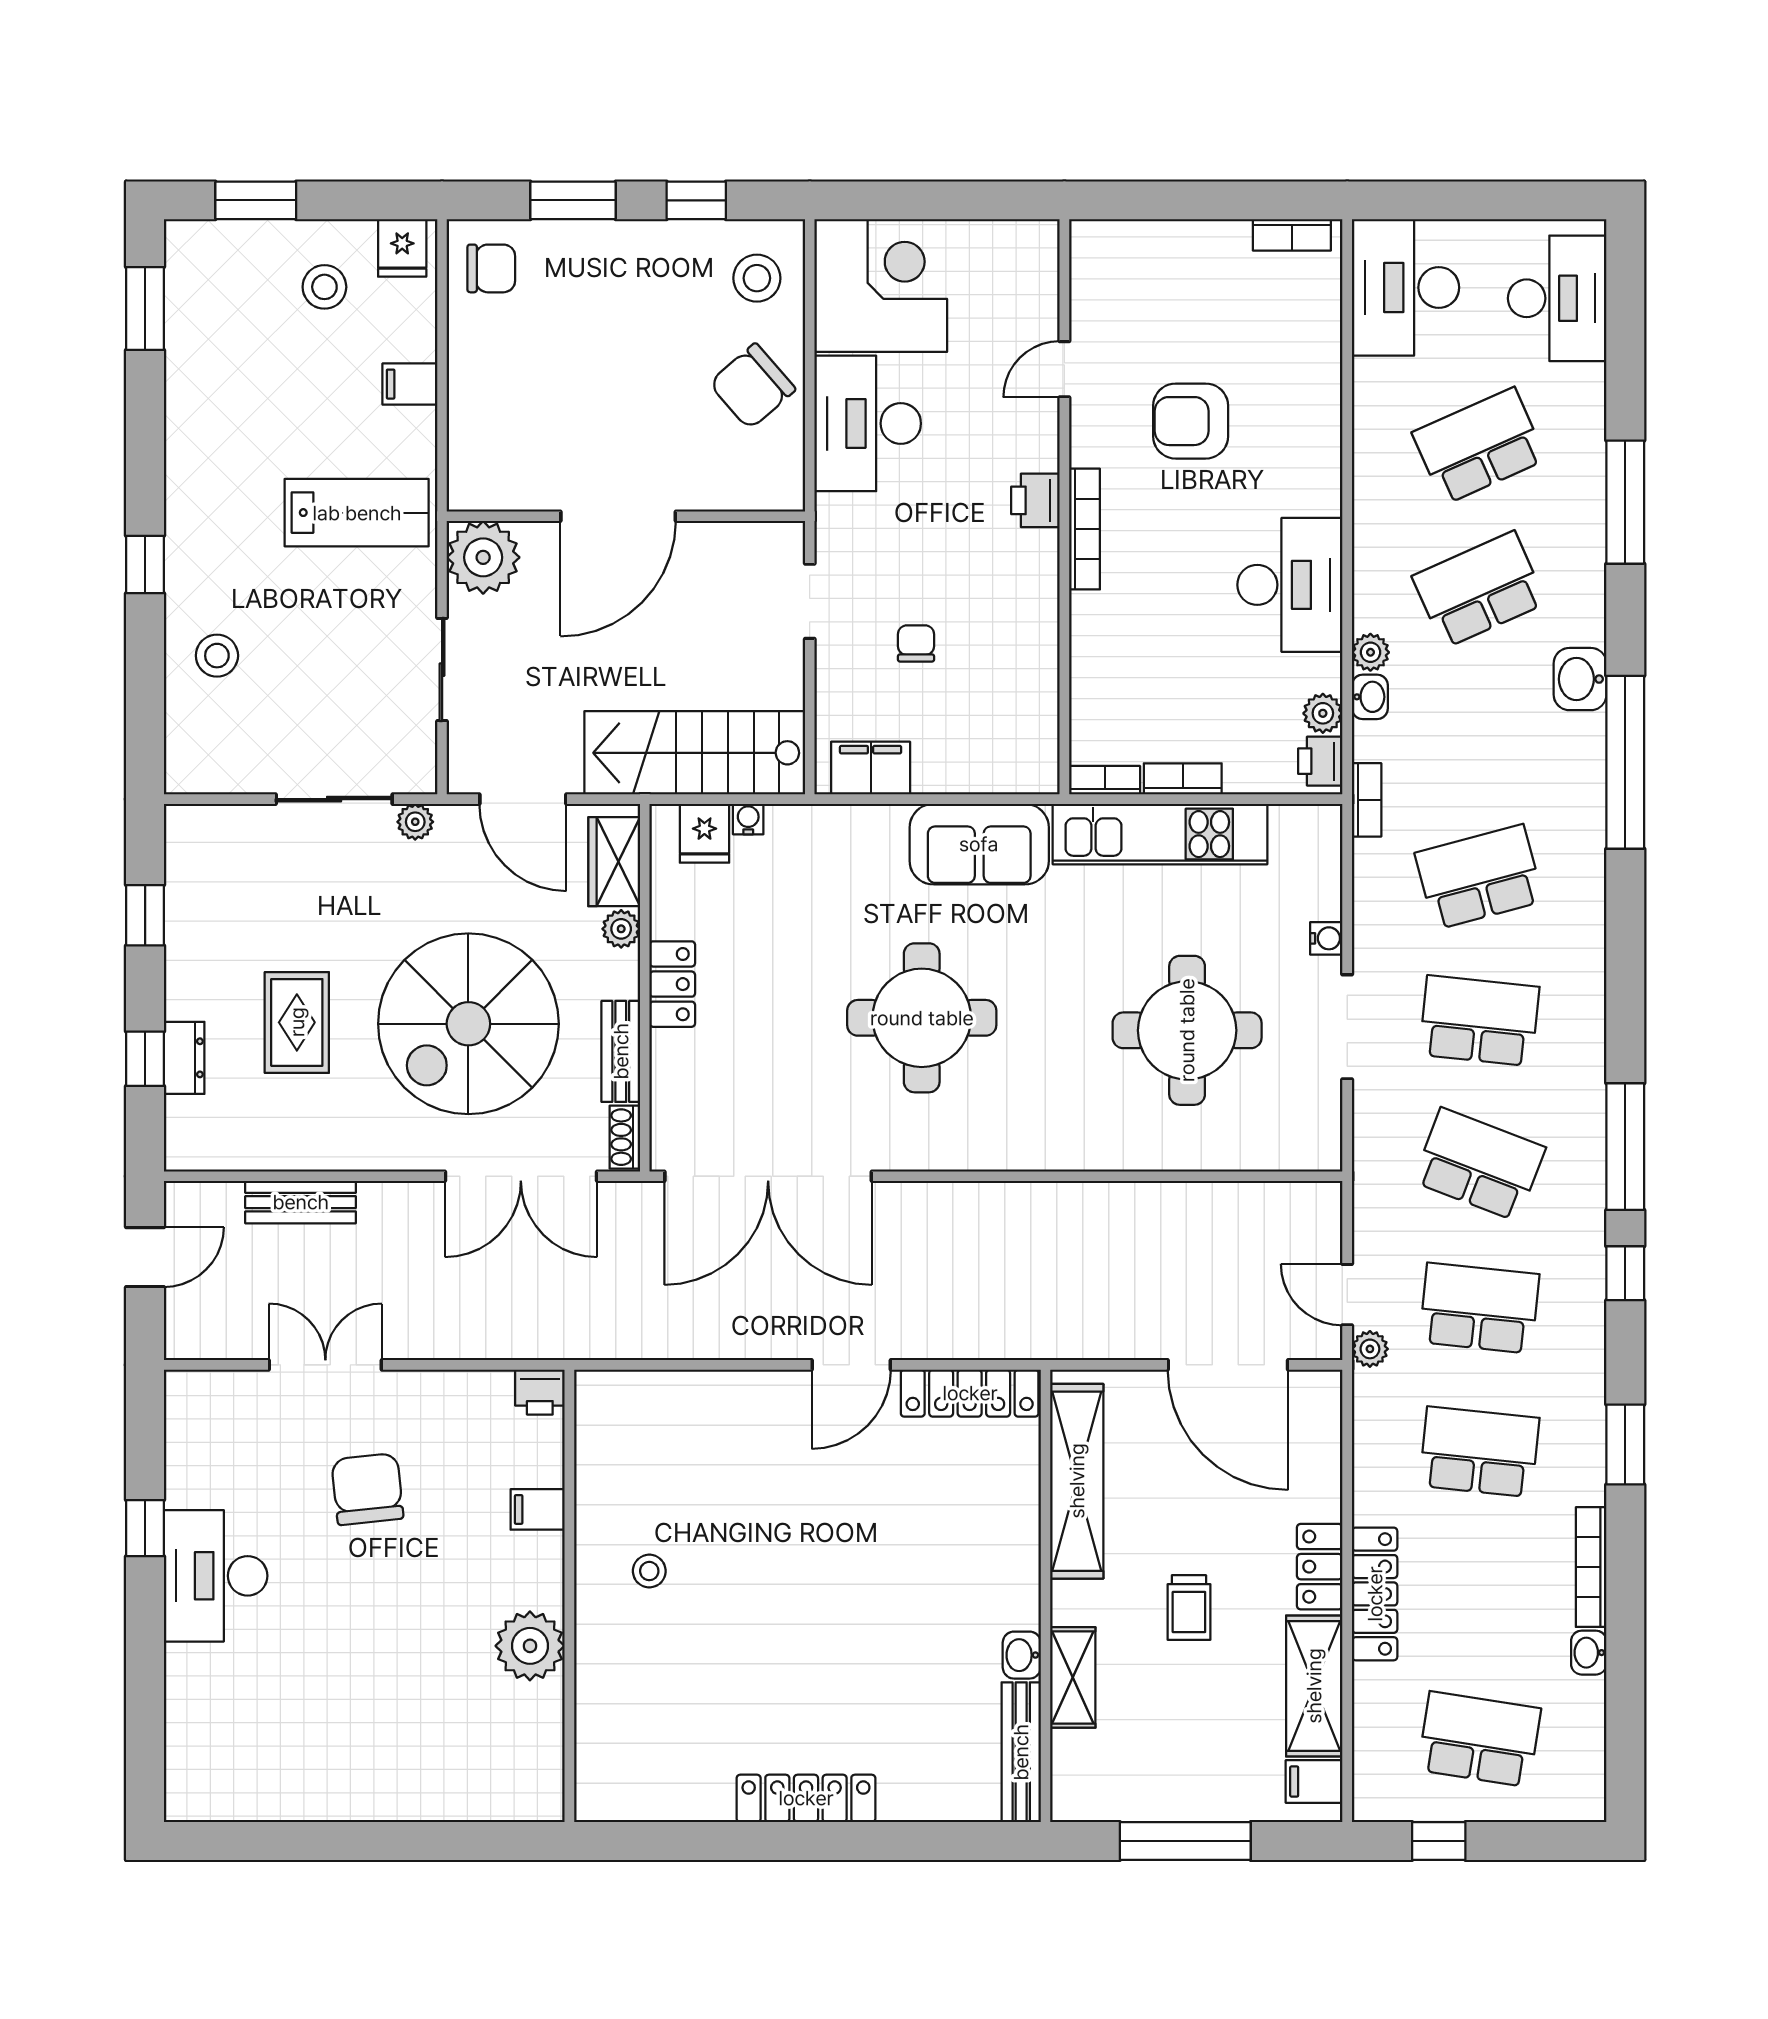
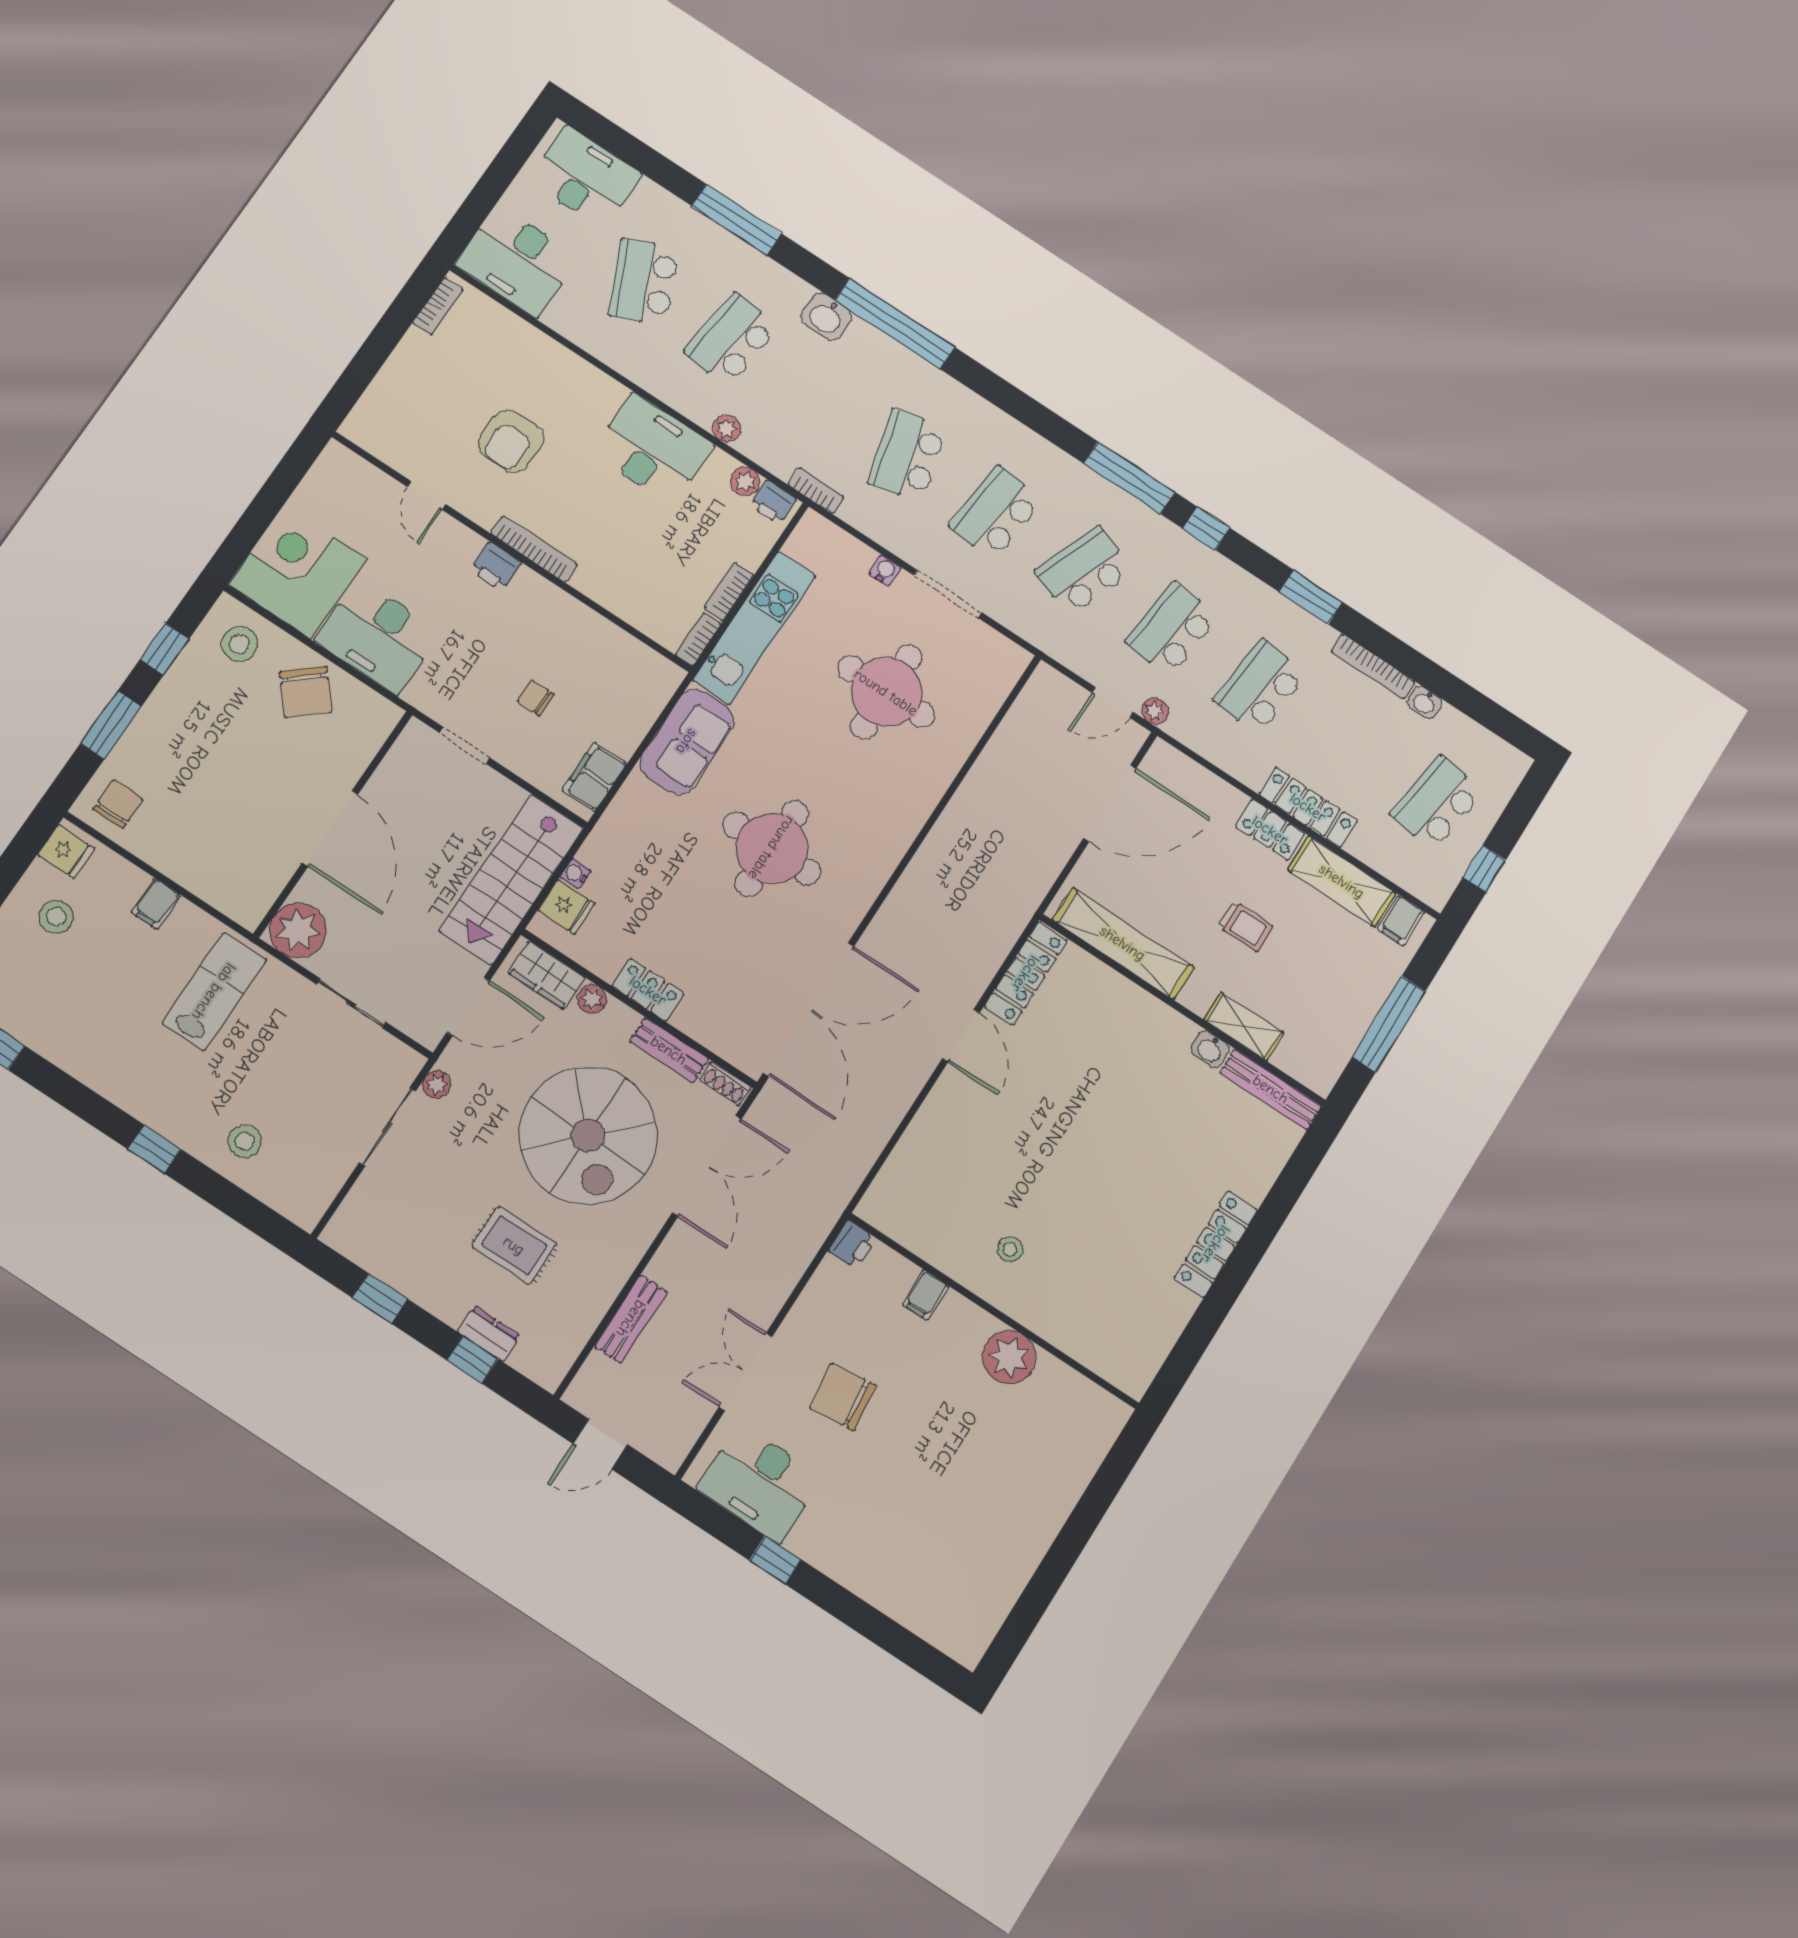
school desk: (1479, 590) -> (732, 339), turned 30
washbasin: (1370, 697) -> (754, 447), removed
door: (145, 1257) -> (600, 1444), swing flipped
desk: (216, 1576) -> (760, 1483), moved

